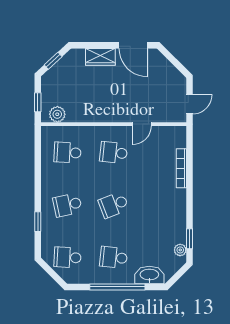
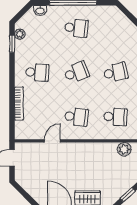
school desk: (68, 257) -> (37, 72), moved
washbasin: (149, 275) -> (40, 11), width x0.52, depth x0.69

